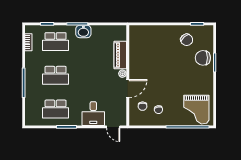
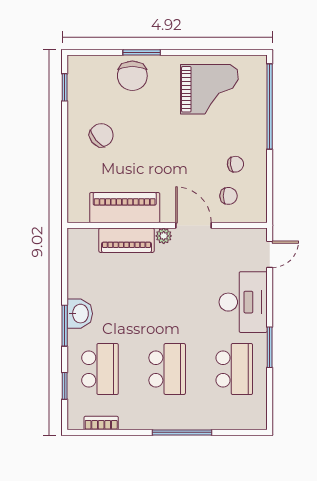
chair: (187, 40) -> (101, 135), moved
piano: (137, 54) -> (125, 208), added
grand piano: (196, 110) -> (209, 89), moved
desk: (93, 114) -> (243, 302), width x1.37

